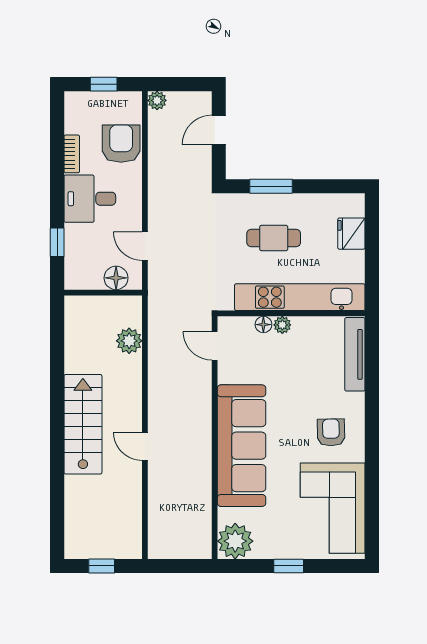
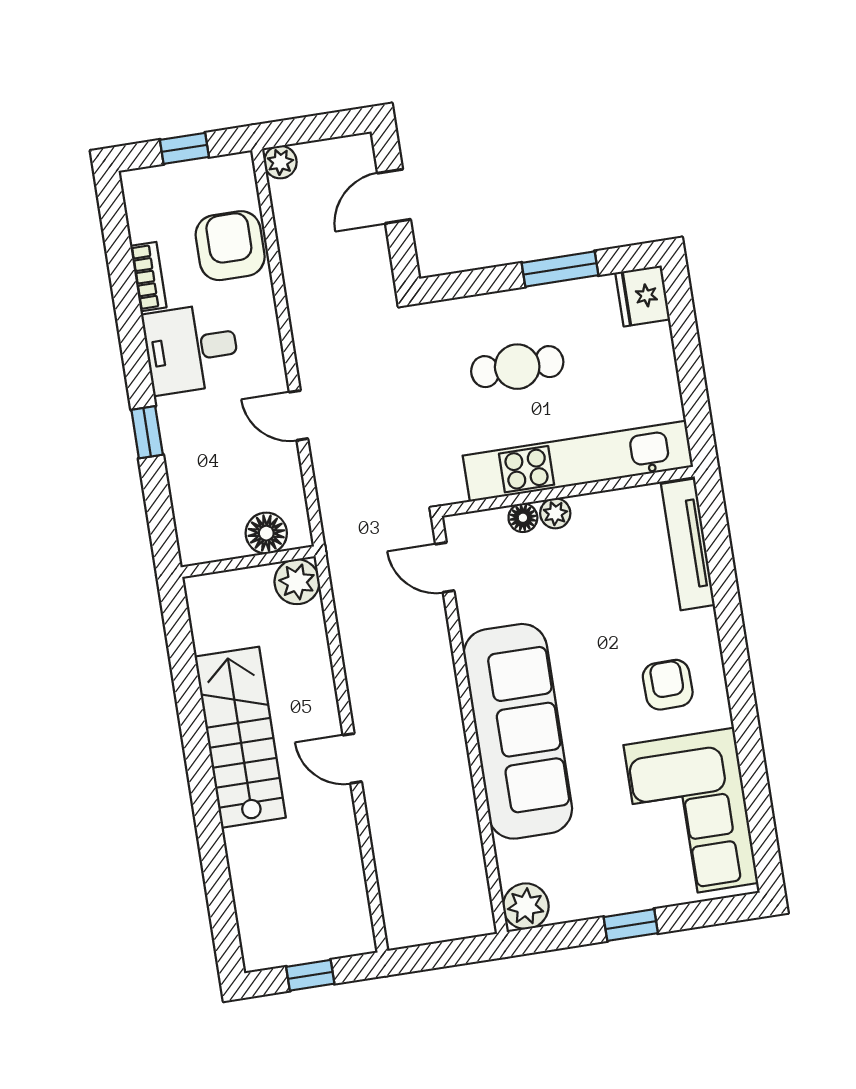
window: (271, 186) -> (560, 269), moved
fridge: (351, 234) -> (643, 296), moved
floor lamp: (116, 278) -> (266, 533), moved
wall: (103, 293) -> (248, 562), moved
plant: (235, 541) -> (526, 906), width x0.73, depth x0.73

